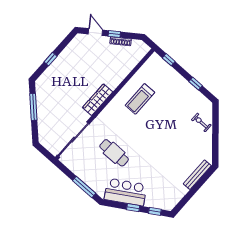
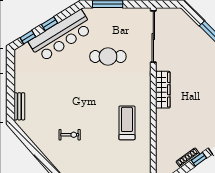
exercise bike: (201, 122) -> (70, 135), moved
bench: (197, 175) -> (19, 106), width x0.73
bar counter: (126, 192) -> (61, 36), width x1.36

